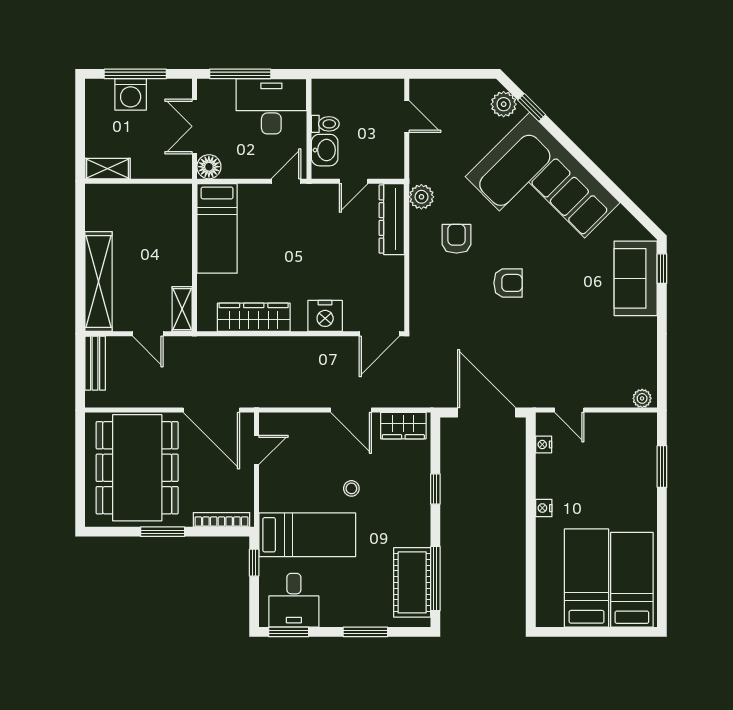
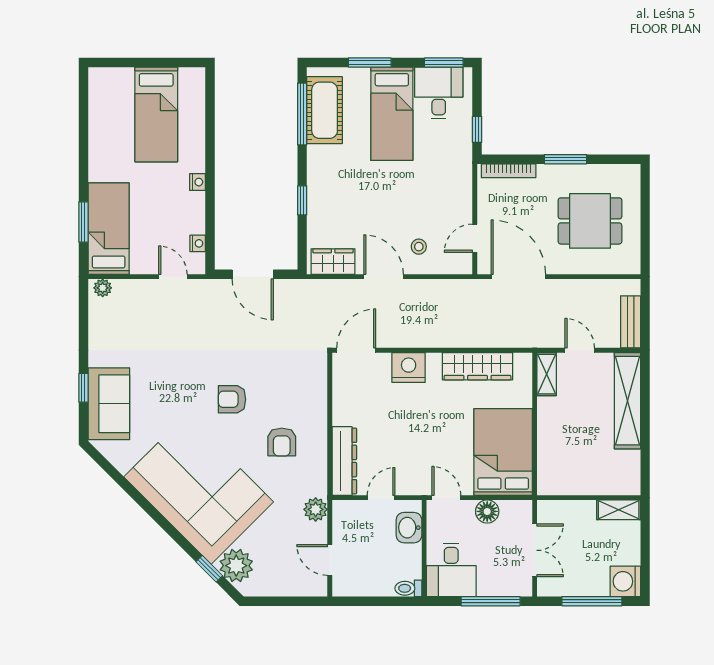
washing machine: (131, 94) -> (625, 581), moved, turned -90
plant: (504, 104) -> (236, 566), width x1.36, depth x1.36
desk: (271, 106) -> (451, 570), width x0.73
toilet: (325, 124) -> (408, 588), moved
floor lamp: (209, 167) -> (487, 511), moved
door: (286, 181) -> (446, 498), swing flipped
plant: (421, 197) -> (316, 509), moved
bed: (217, 228) -> (503, 452), width x1.50
window: (662, 269) -> (83, 388), moved
door: (487, 412) -> (253, 274), width x0.73
dining table: (137, 468) -> (590, 221), width x0.53, depth x0.80
stool: (351, 488) -> (419, 247), moved
bed: (307, 535) -> (392, 114), moved, turned -90
bed: (632, 580) -> (109, 229), moved, turned 180

